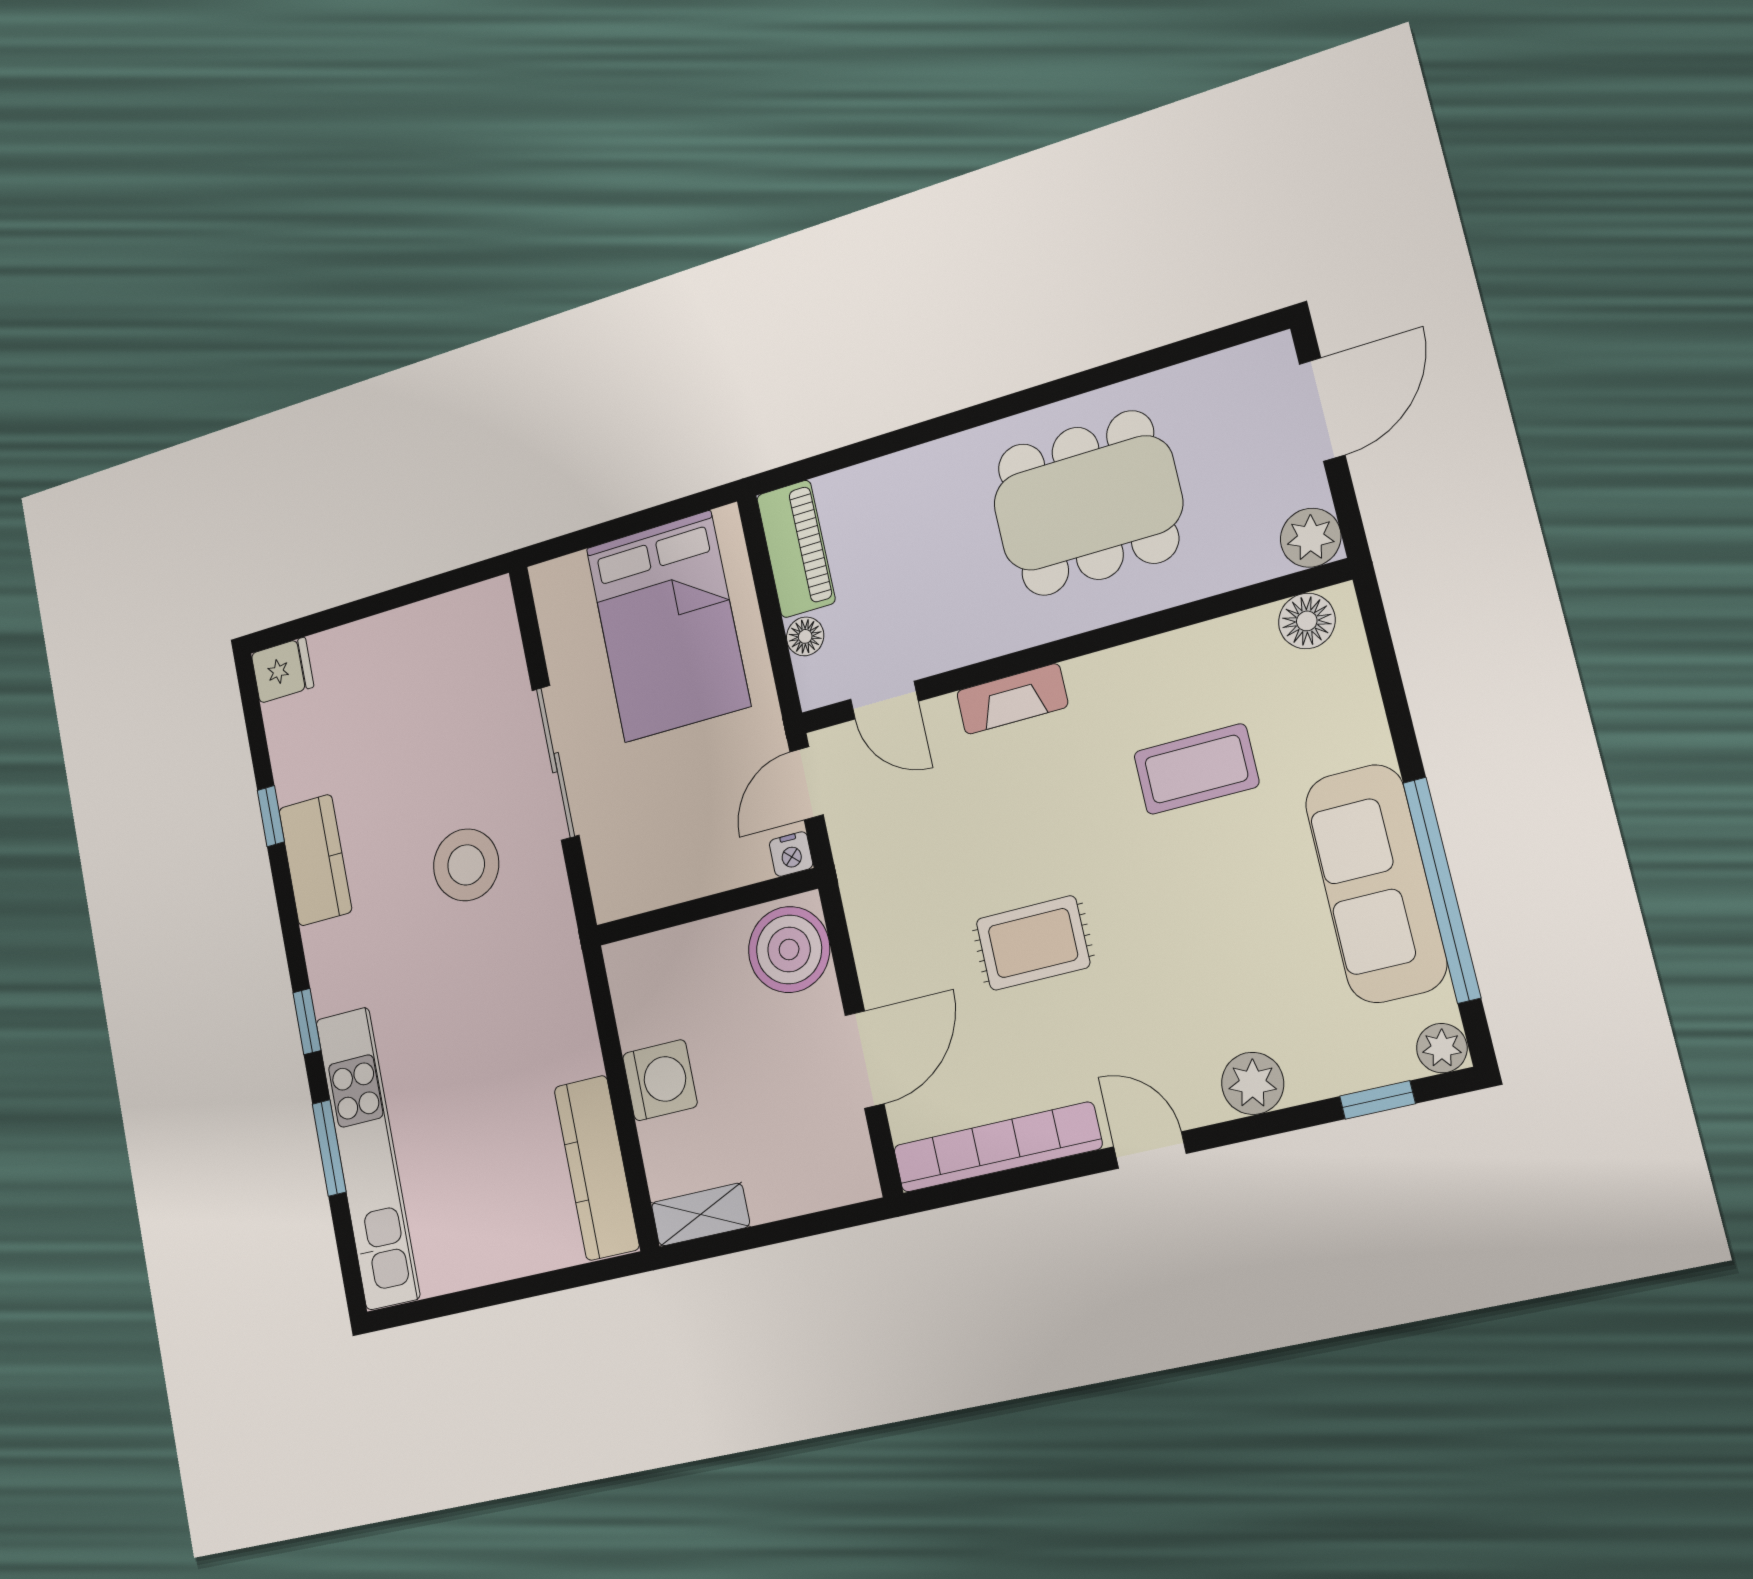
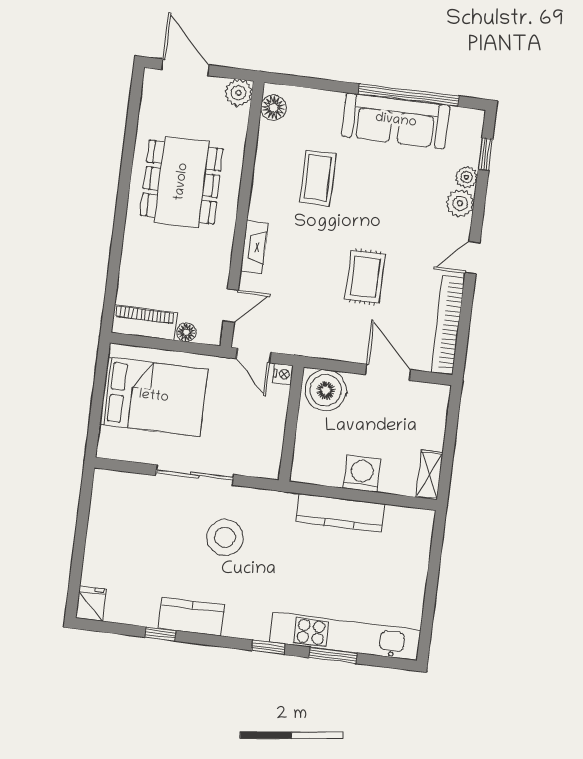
plant: (1442, 1048) -> (466, 177), moved
kitchen counter: (597, 1168) -> (340, 513), moved

